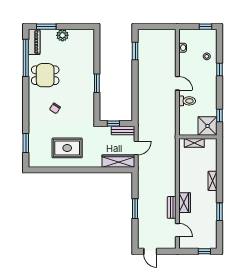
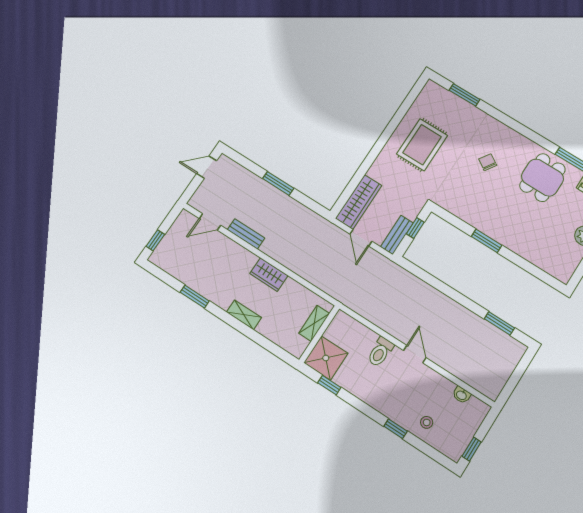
door: (177, 83) -> (415, 354), swing flipped
wardrobe: (185, 203) -> (269, 275), moved

